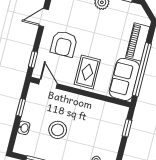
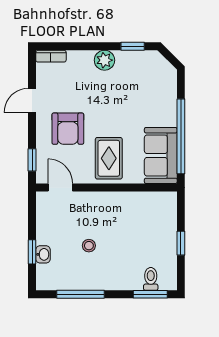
piano: (138, 42) -> (166, 101), removed
window: (21, 107) -> (32, 252), moved
window: (127, 128) -> (181, 243), moved
stool: (58, 130) -> (89, 246), width x0.53, depth x0.53

